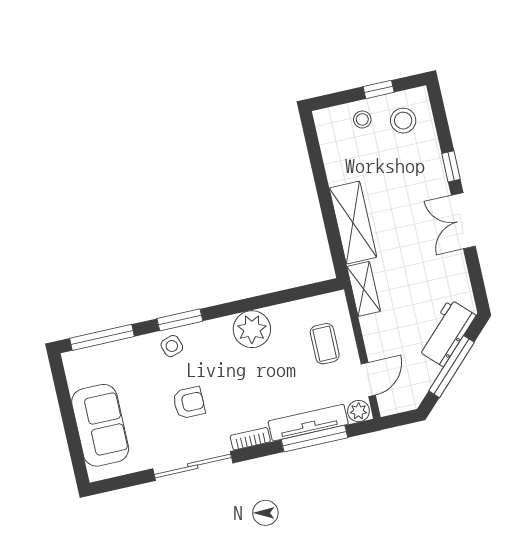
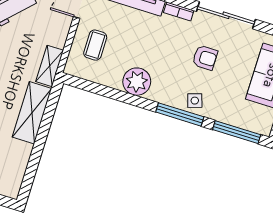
window: (180, 320) -> (180, 114), width x1.44
armchair: (189, 403) -> (205, 58), turned 180

